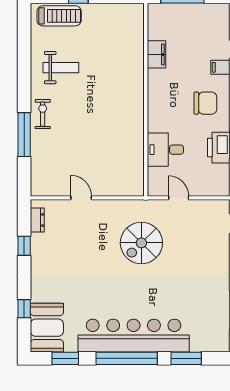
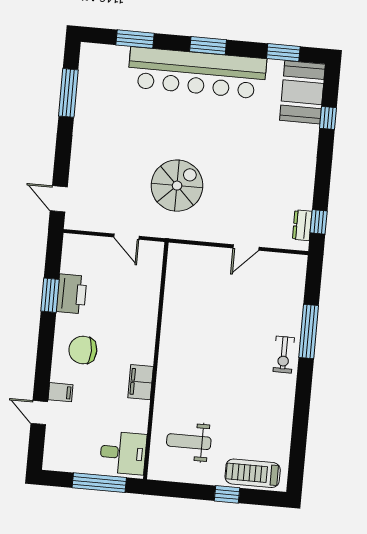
filing cabinet: (156, 54) -> (141, 382), moved
weight bench: (61, 68) -> (189, 442), moved
desk: (165, 150) -> (123, 453), moved
door: (81, 198) -> (246, 248), hinge flipped
window: (24, 246) -> (319, 222), moved
window: (127, 358) -> (208, 46), width x0.47

